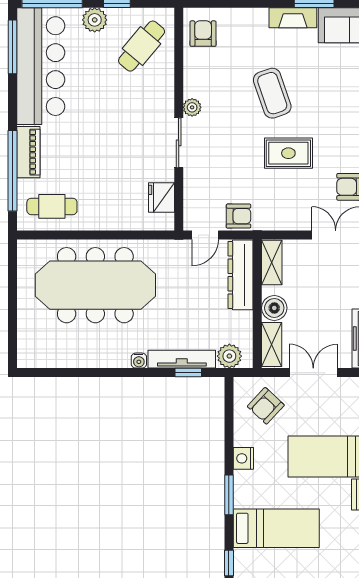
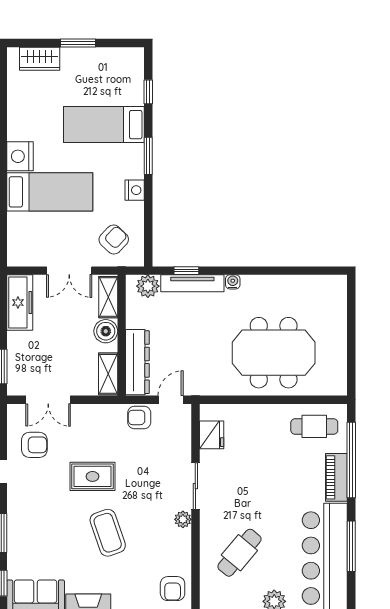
cafe table: (142, 46) -> (239, 553), moved
window: (13, 47) -> (351, 546), moved
meeting table: (95, 285) -> (274, 353), width x0.73

